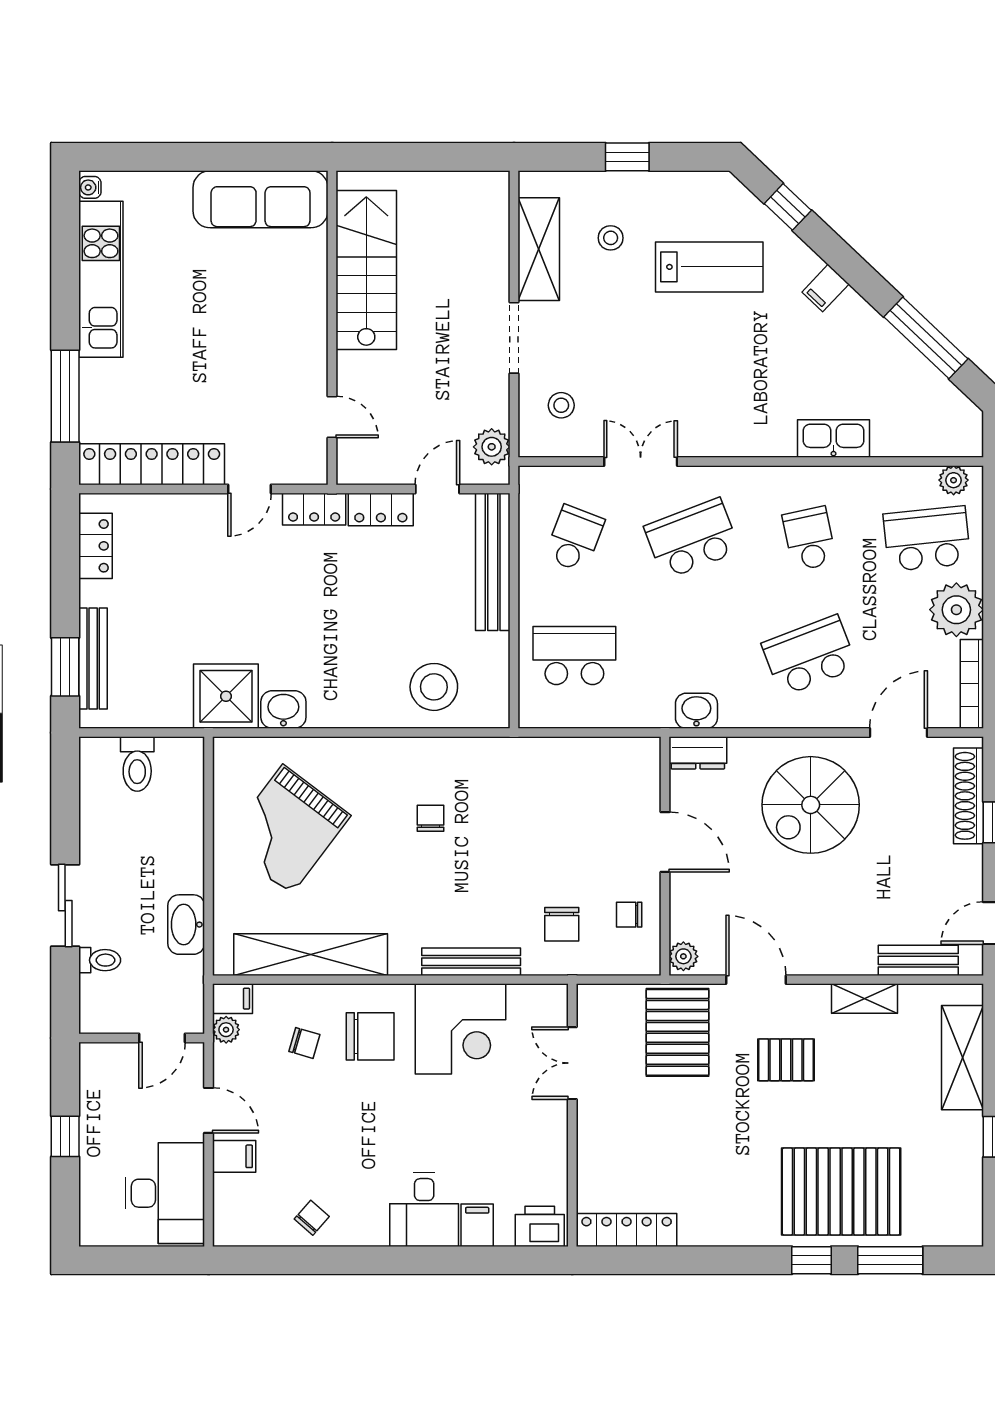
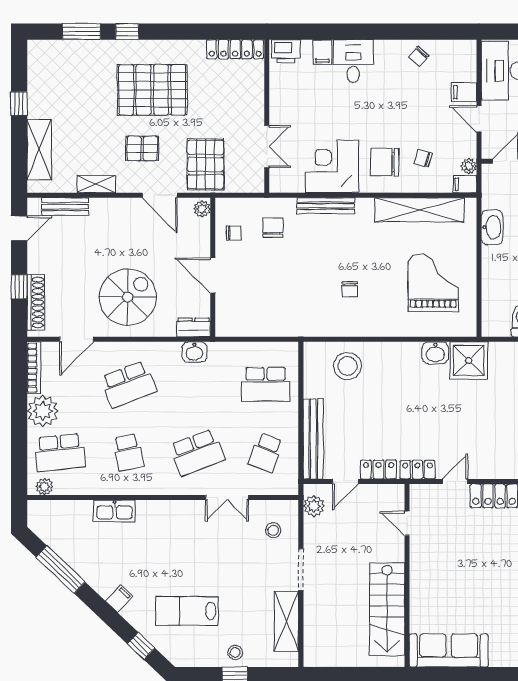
stool: (611, 238) -> (235, 652), moved
grand piano: (287, 829) -> (433, 283), turned -37
pallet: (841, 1192) -> (152, 90), moved

